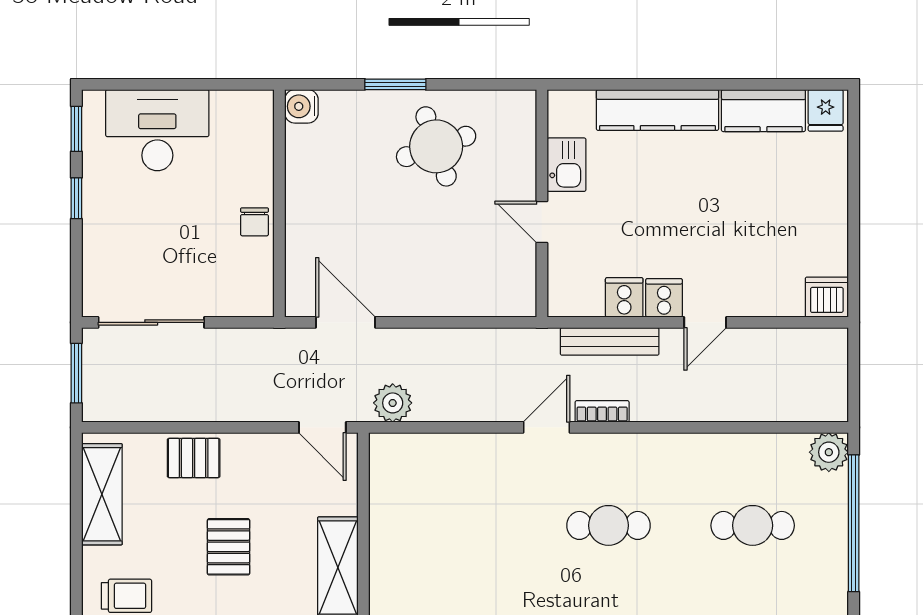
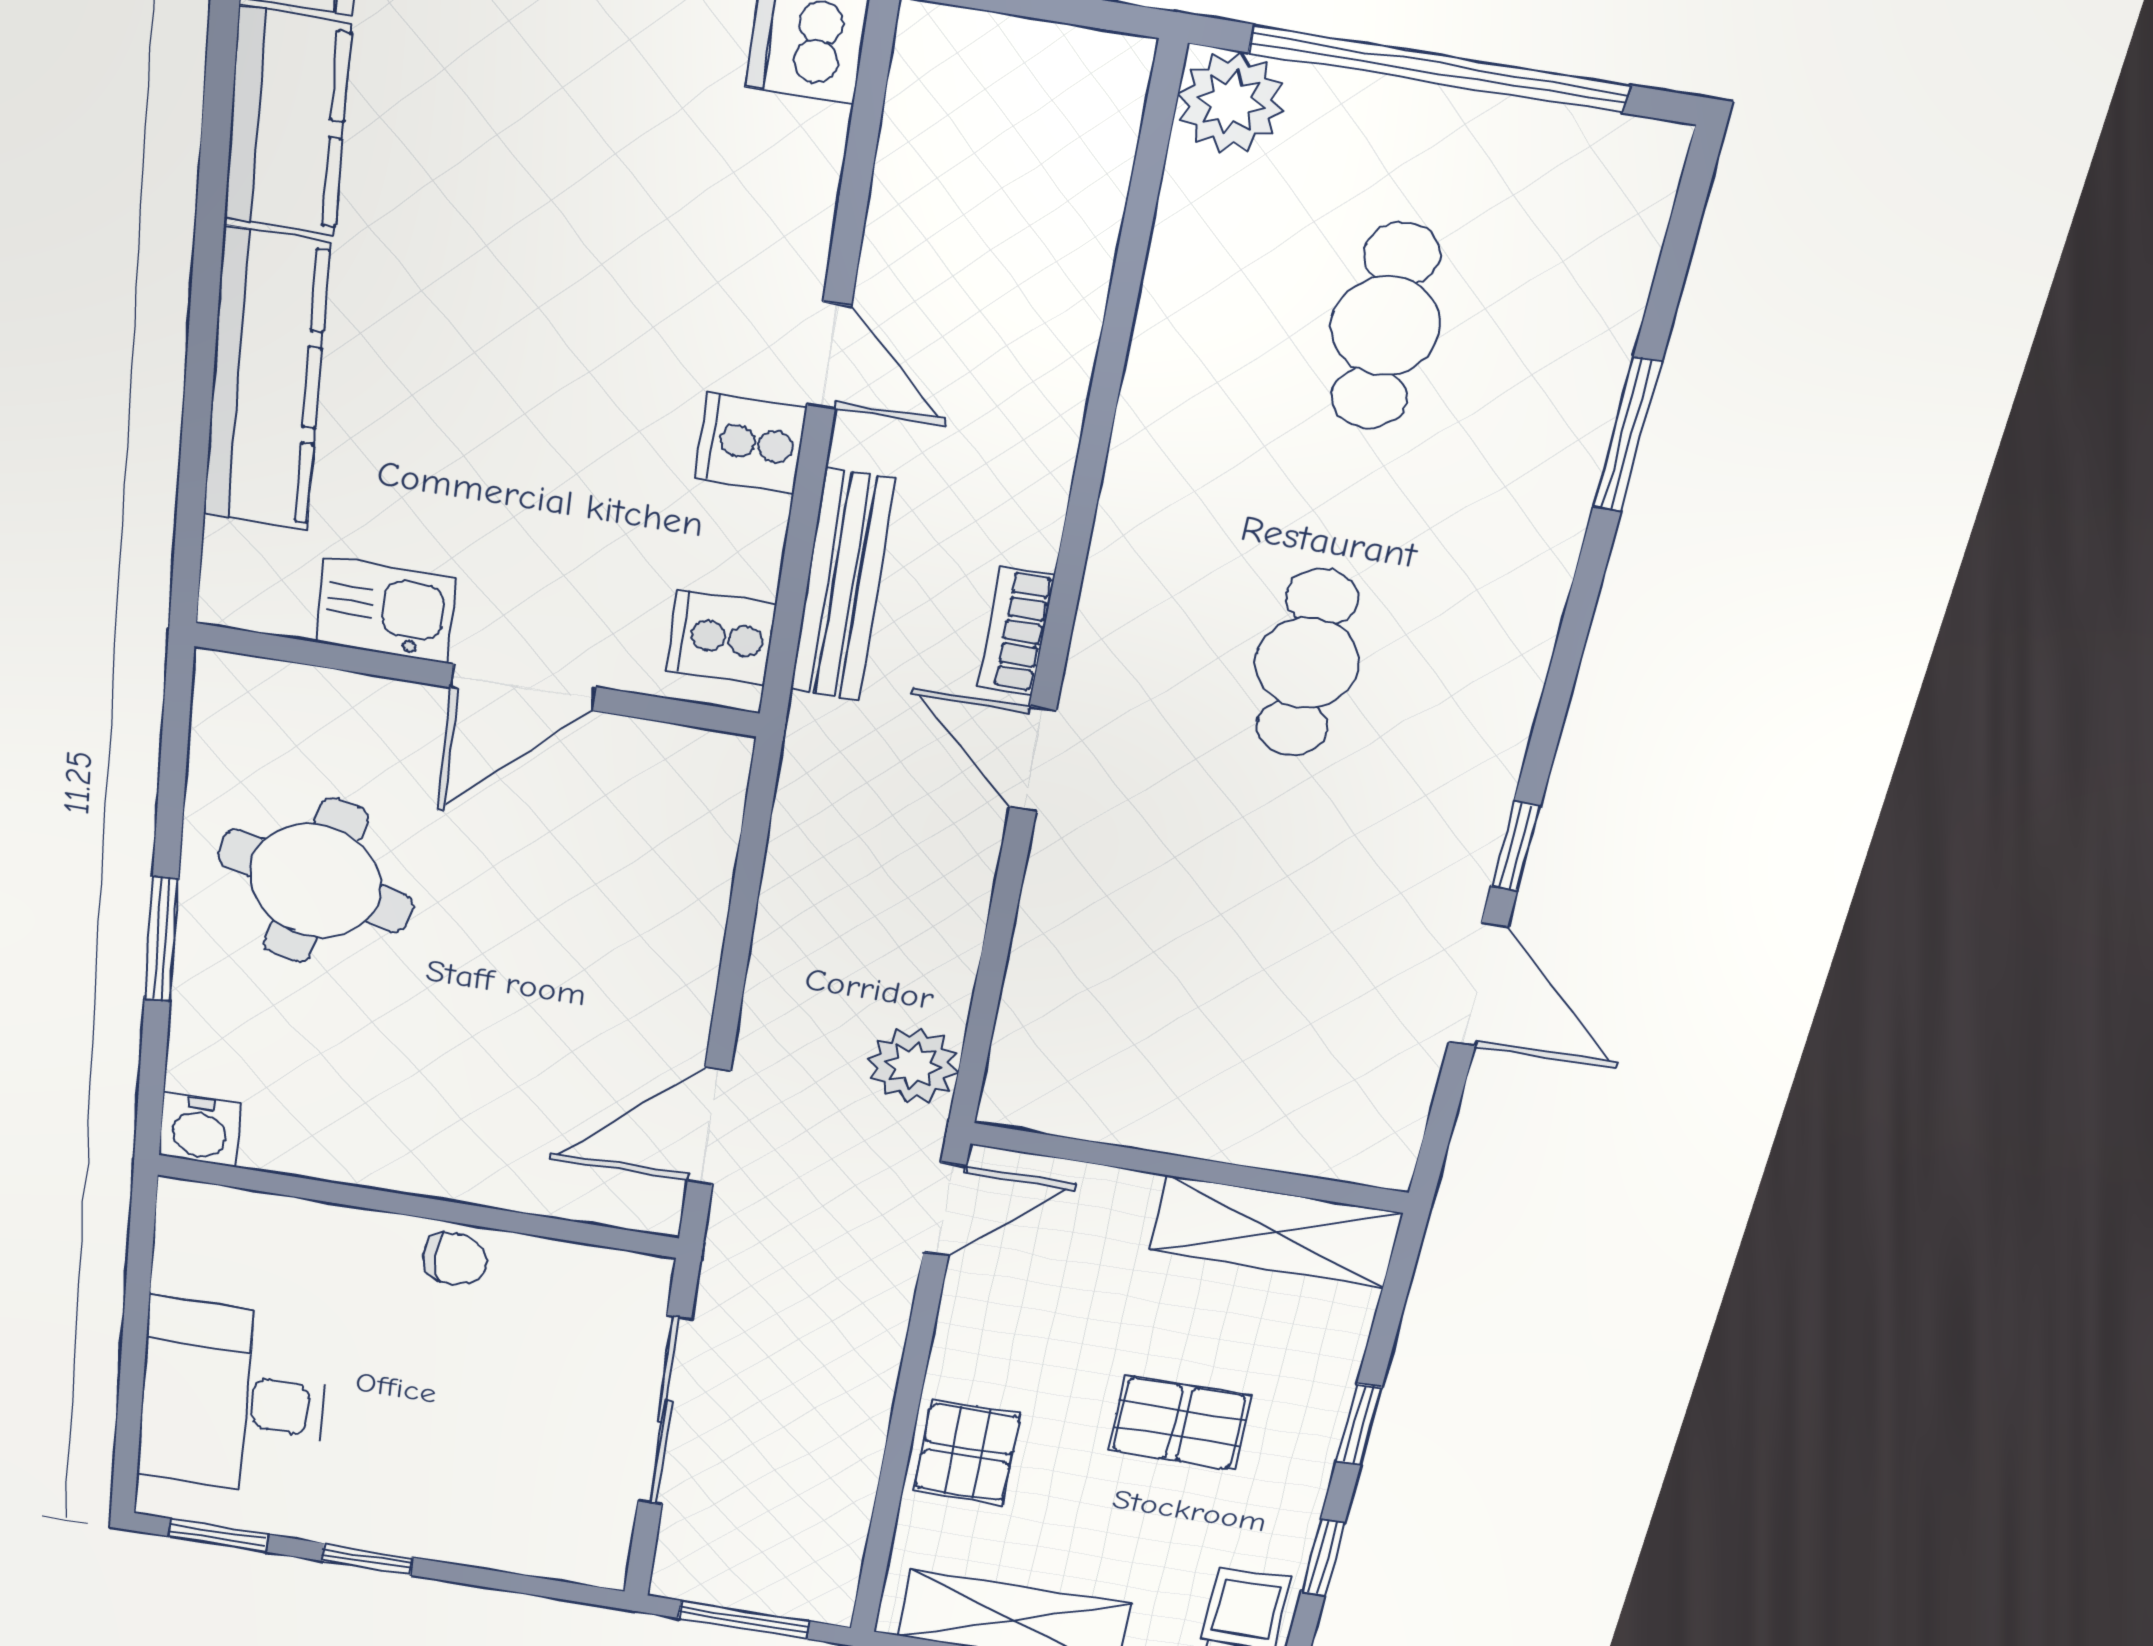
round table: (436, 146) -> (315, 881), turned 34
door: (542, 222) -> (523, 687), width x1.38
cooker: (624, 297) -> (721, 637), moved
sliding door: (151, 322) -> (664, 1411), moved

